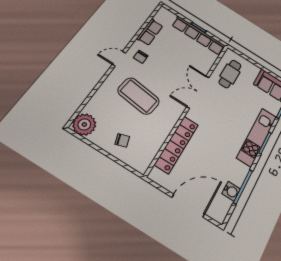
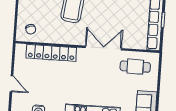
chair: (122, 140) -> (31, 29), moved
door: (188, 206) -> (11, 84), width x0.53

